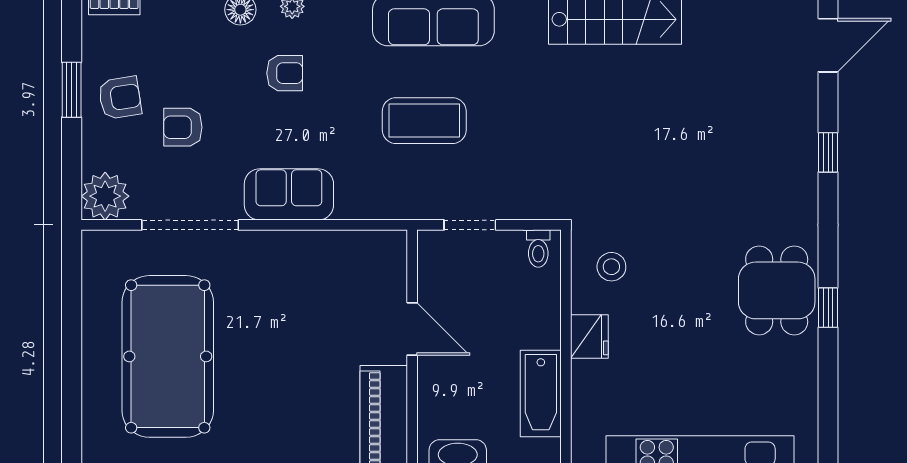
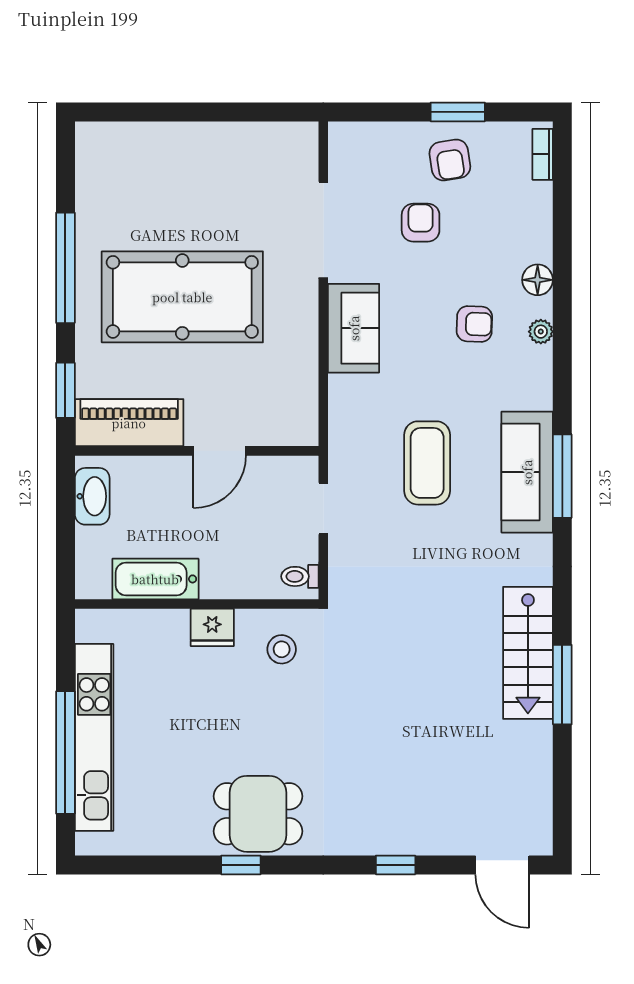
armchair: (285, 73) -> (474, 324), turned -88
plant: (105, 196) -> (352, 145), removed
pool table: (168, 356) -> (182, 297), moved

